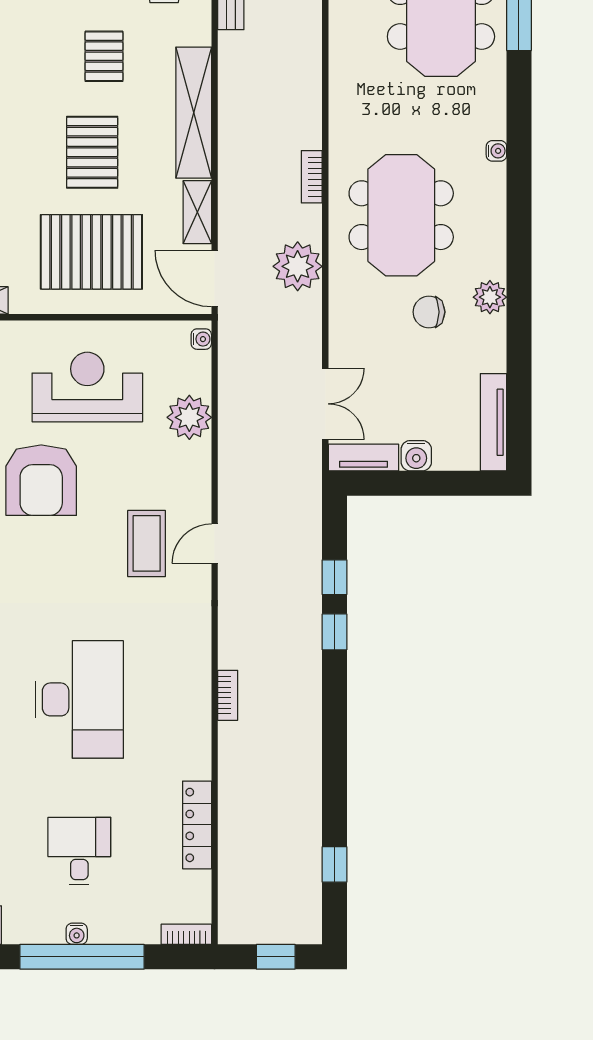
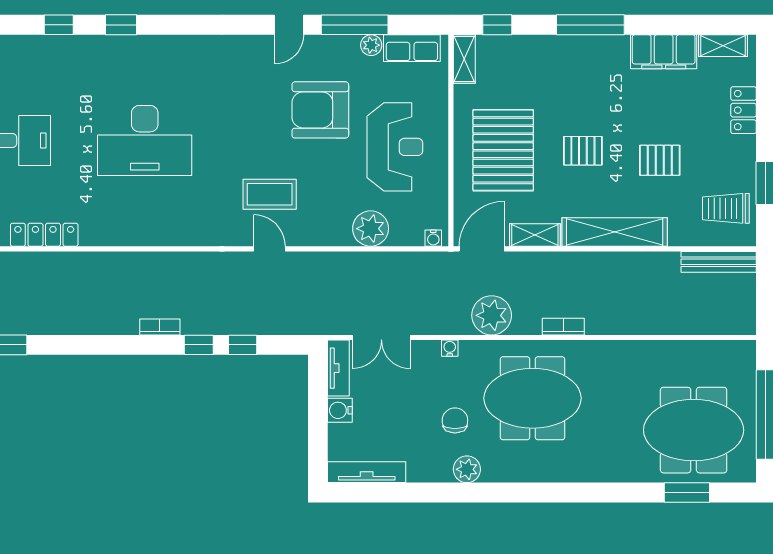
water cooler: (496, 151) -> (450, 348), moved, turned 180
pallet: (92, 152) -> (583, 151), width x0.67, depth x0.71
bookcase: (228, 695) -> (160, 327), moved, turned 180

